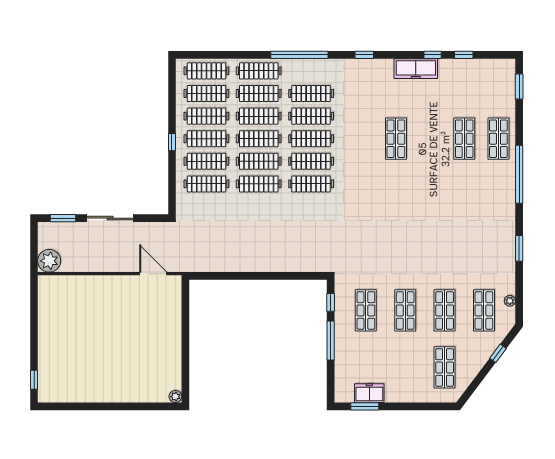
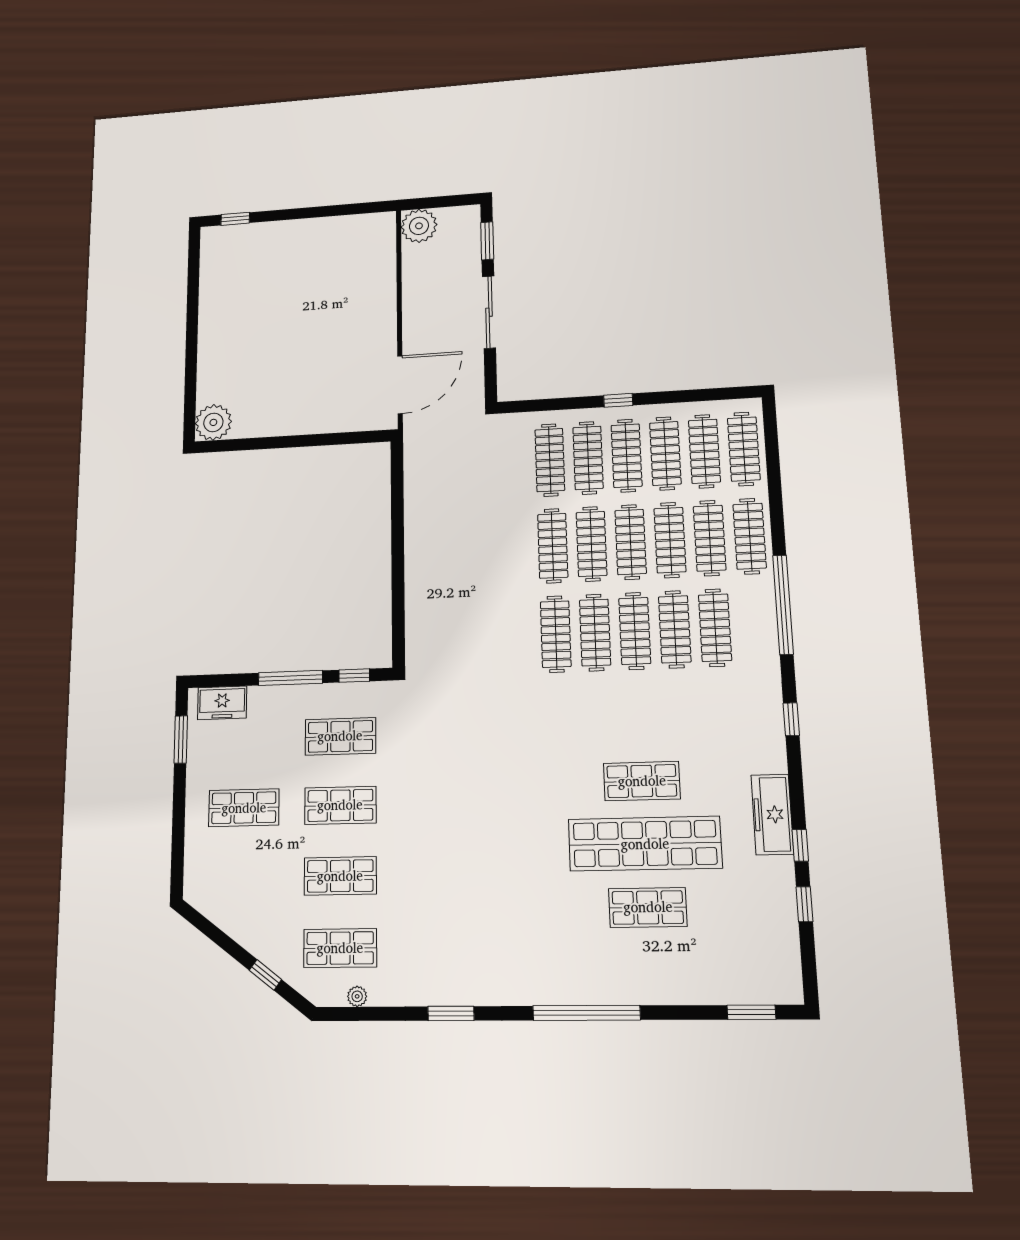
shop shelf: (498, 139) -> (645, 844), moved, width x2.00, depth x1.36
door: (153, 274) -> (400, 385), width x1.36
shop shelf: (445, 367) -> (244, 808), moved
freezer: (369, 393) -> (222, 703), moved, turned 90
plant: (175, 397) -> (213, 422), width x1.88, depth x1.88

